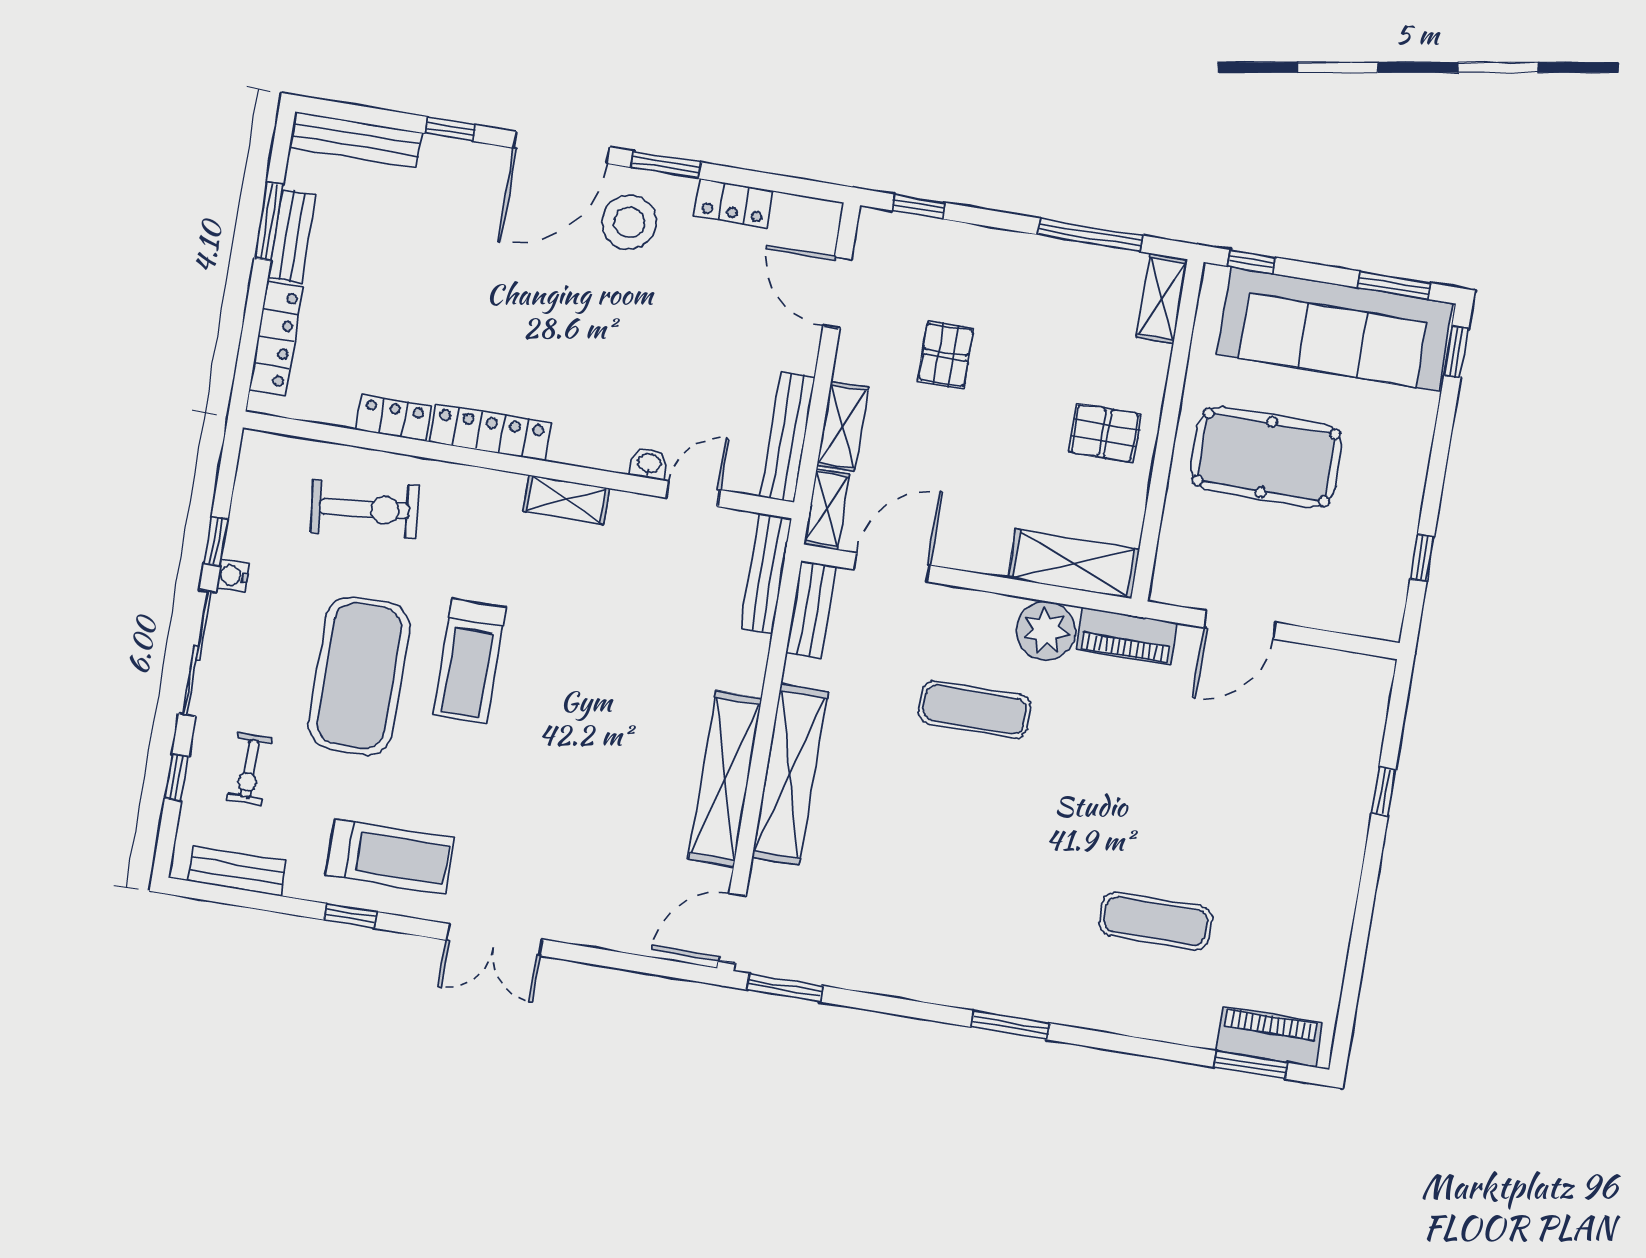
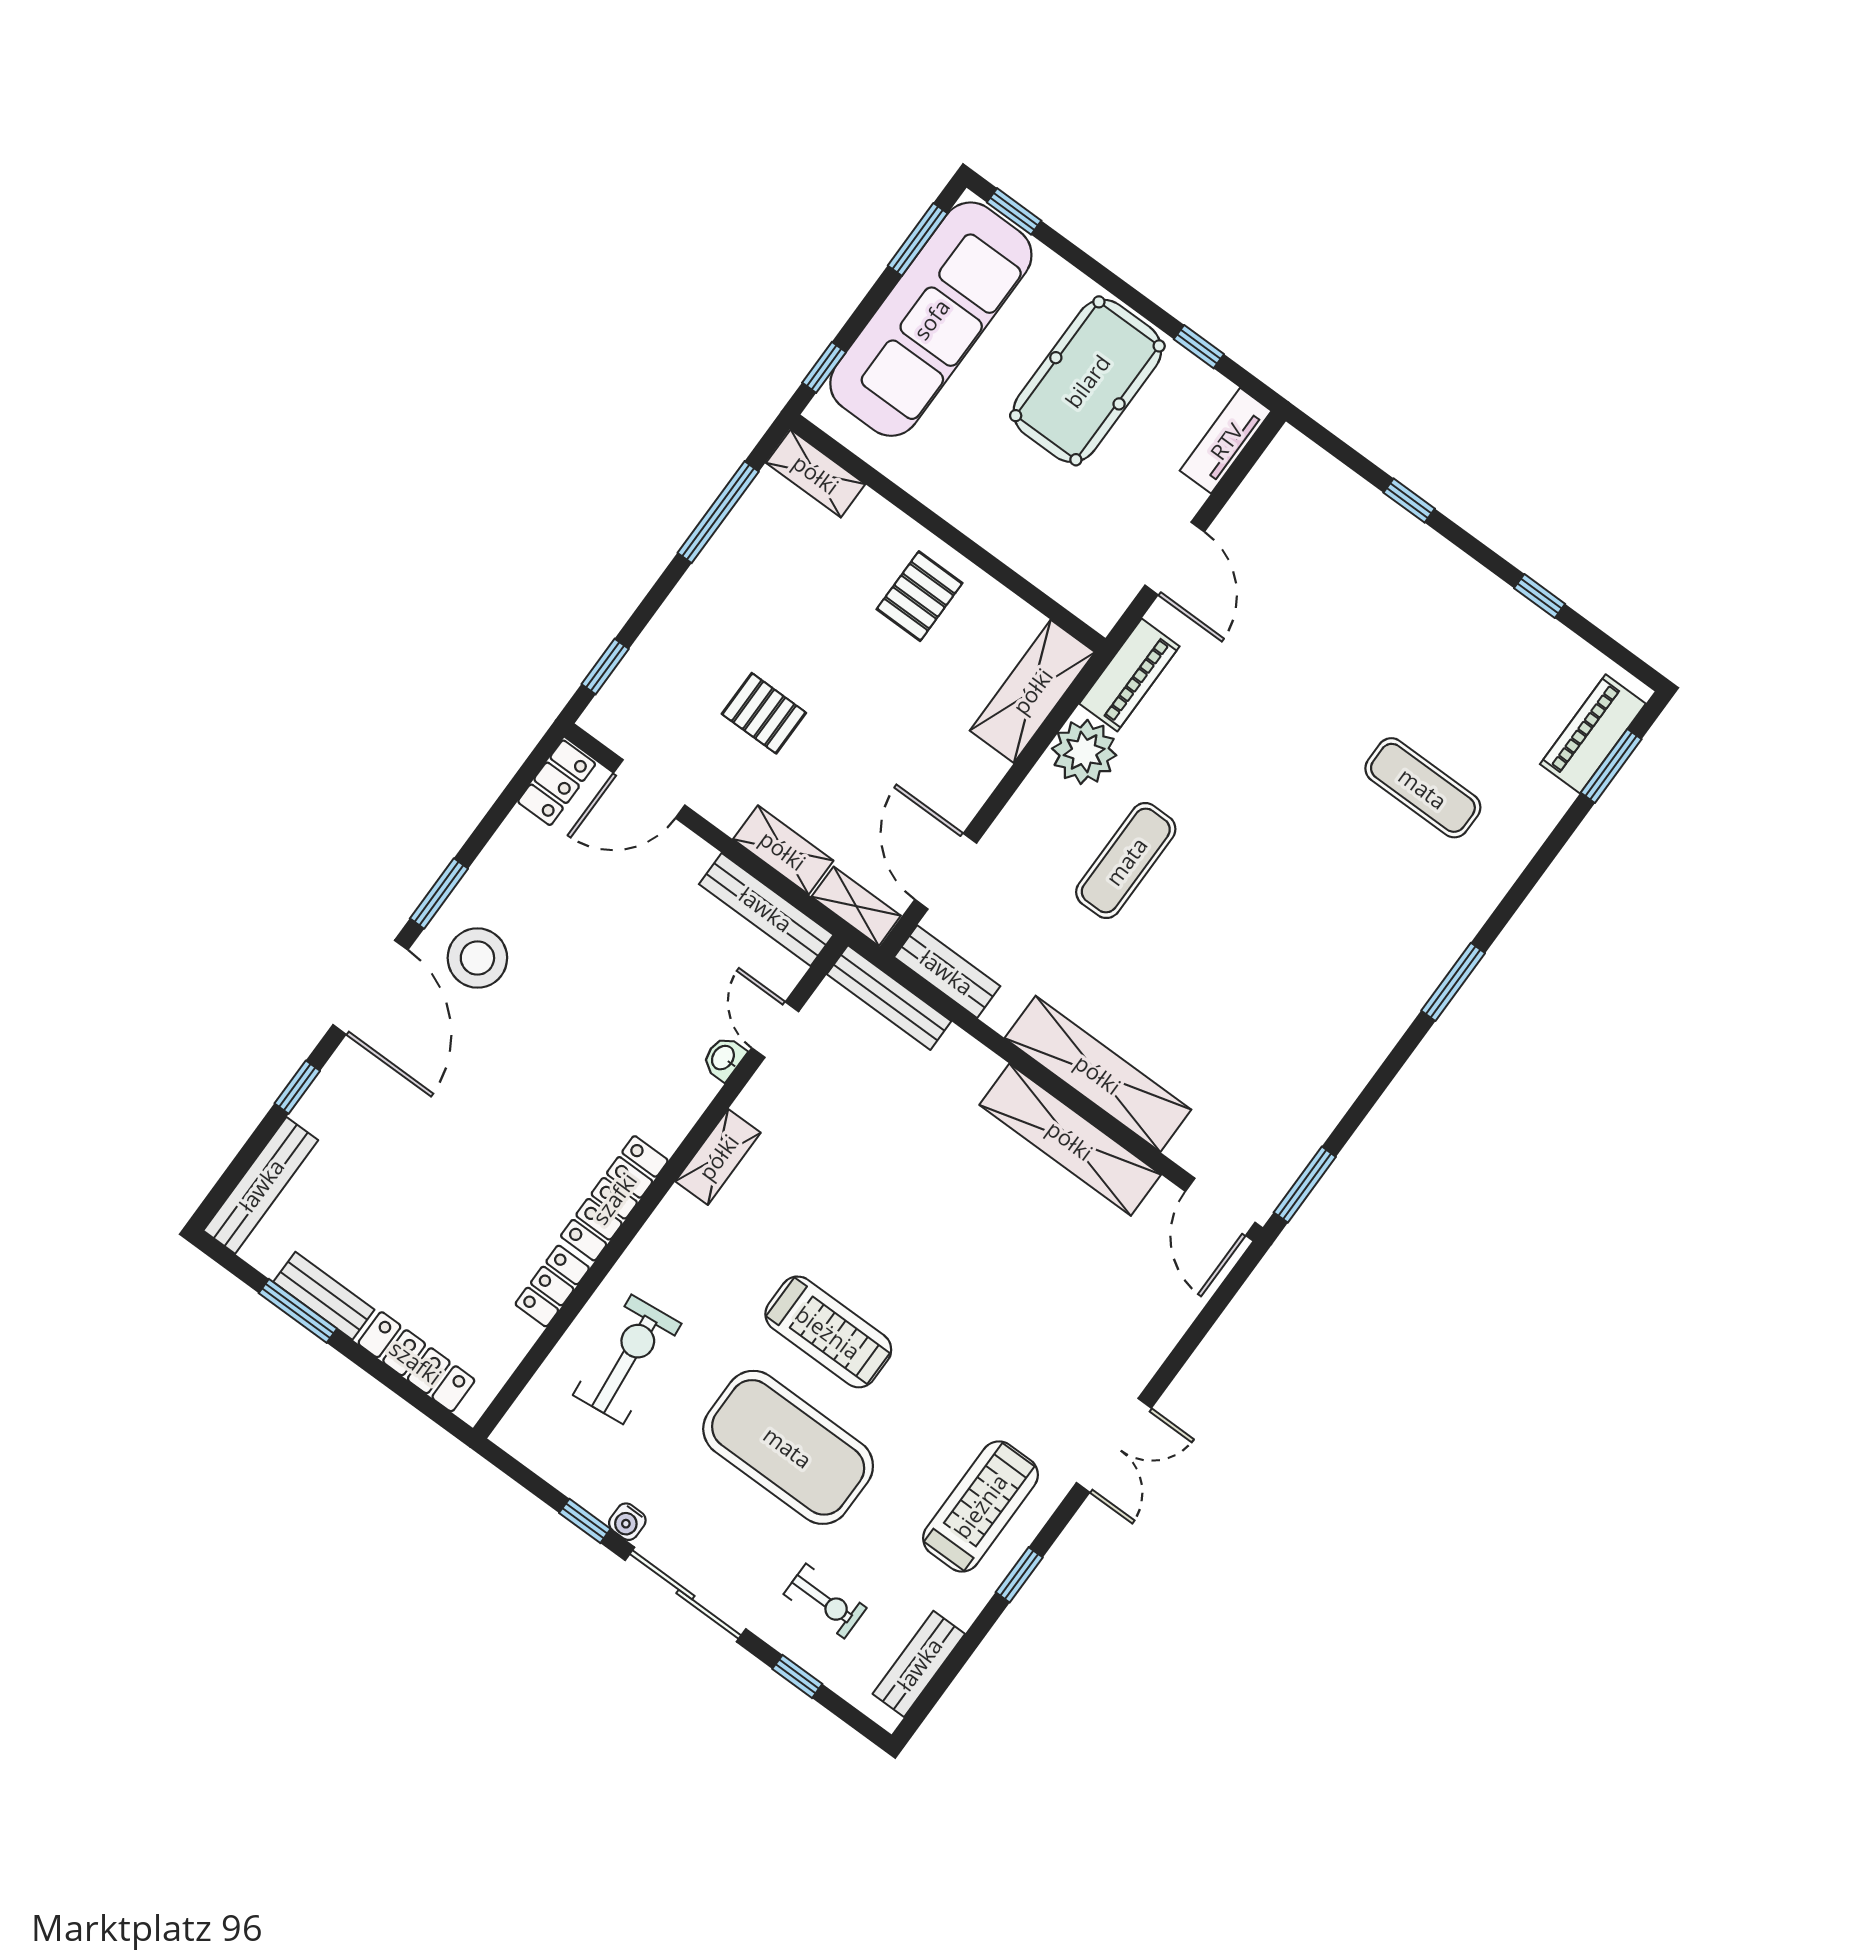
locker: (733, 203) -> (557, 783), moved
pool table: (1266, 457) -> (1087, 381), moved
tv unit: (1357, 618) -> (1226, 441), added
exercise mat: (1156, 921) -> (1423, 788), turned 90
window: (1359, 937) -> (1540, 596), added

